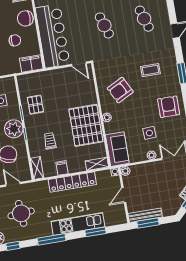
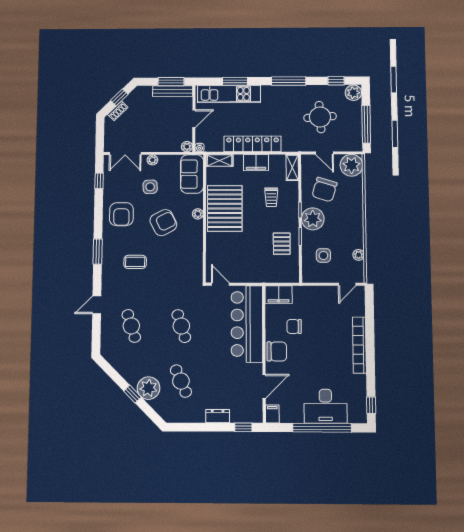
armchair: (120, 90) -> (163, 223), moved
filing cabinet: (62, 168) -> (256, 163), width x2.00
kitchen unit: (78, 224) -> (229, 94), moved

